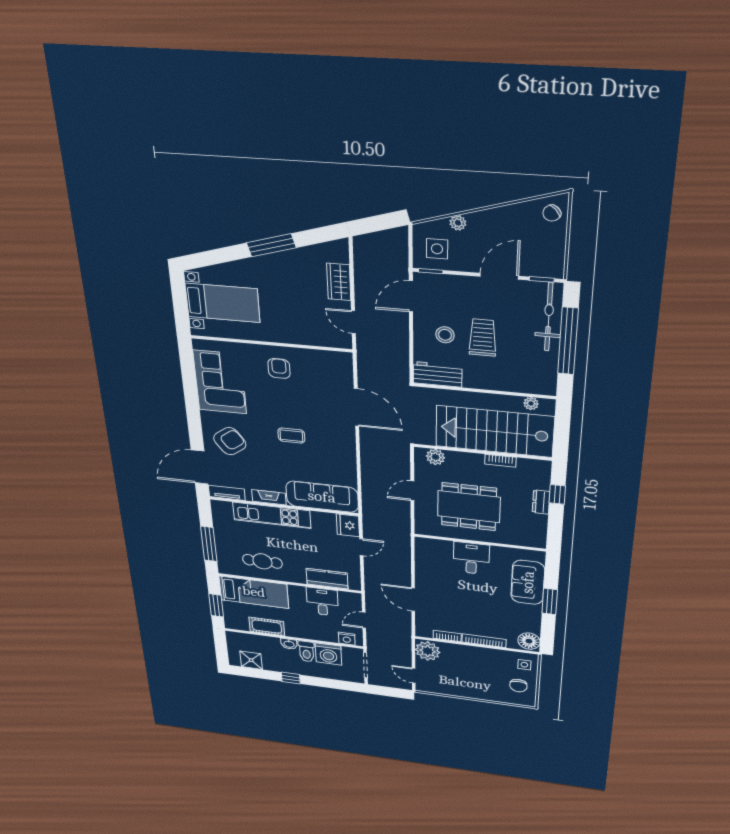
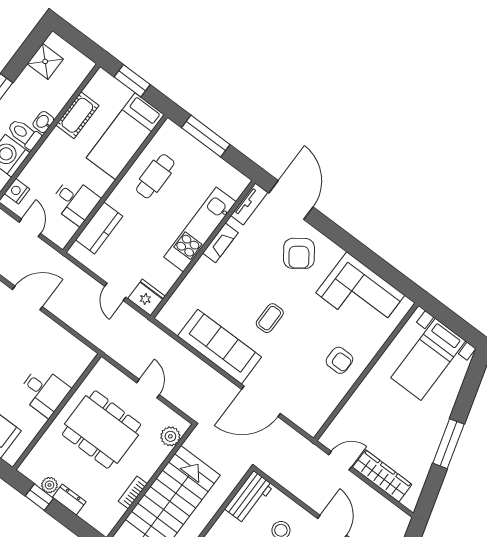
wardrobe: (339, 282) -> (382, 476), width x1.50
window: (557, 494) -> (39, 497), moved
sofa: (322, 497) -> (220, 347), moved, turned -90
dining table: (469, 507) -> (101, 430), turned 90
plant: (540, 521) -> (49, 485), added

